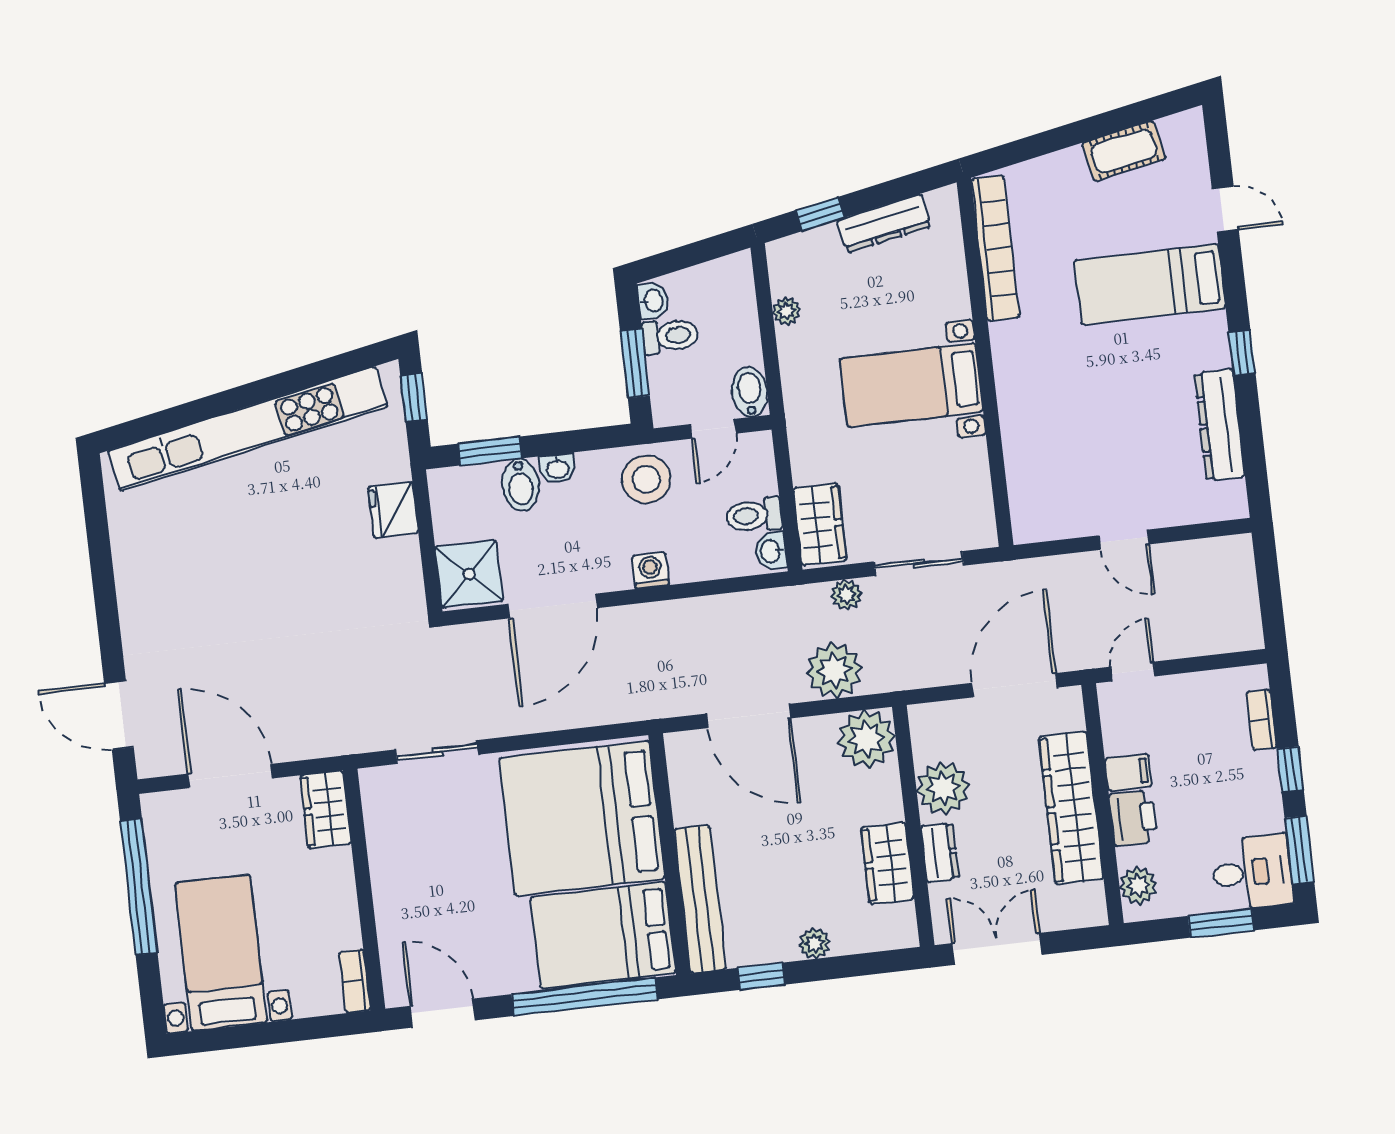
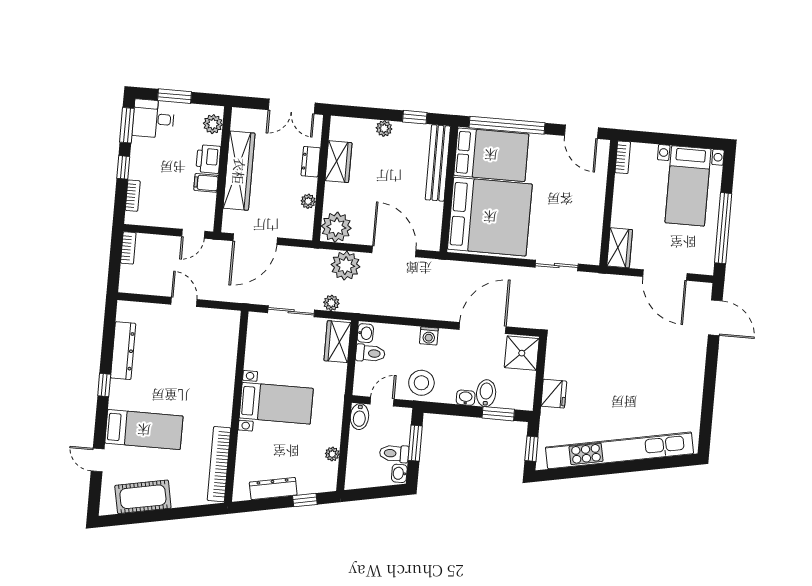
cot: (1124, 151) -> (143, 497), width x1.37, depth x1.34
bookcase: (1249, 620) -> (128, 248), added
plant: (943, 788) -> (308, 201), width x0.53, depth x0.53

